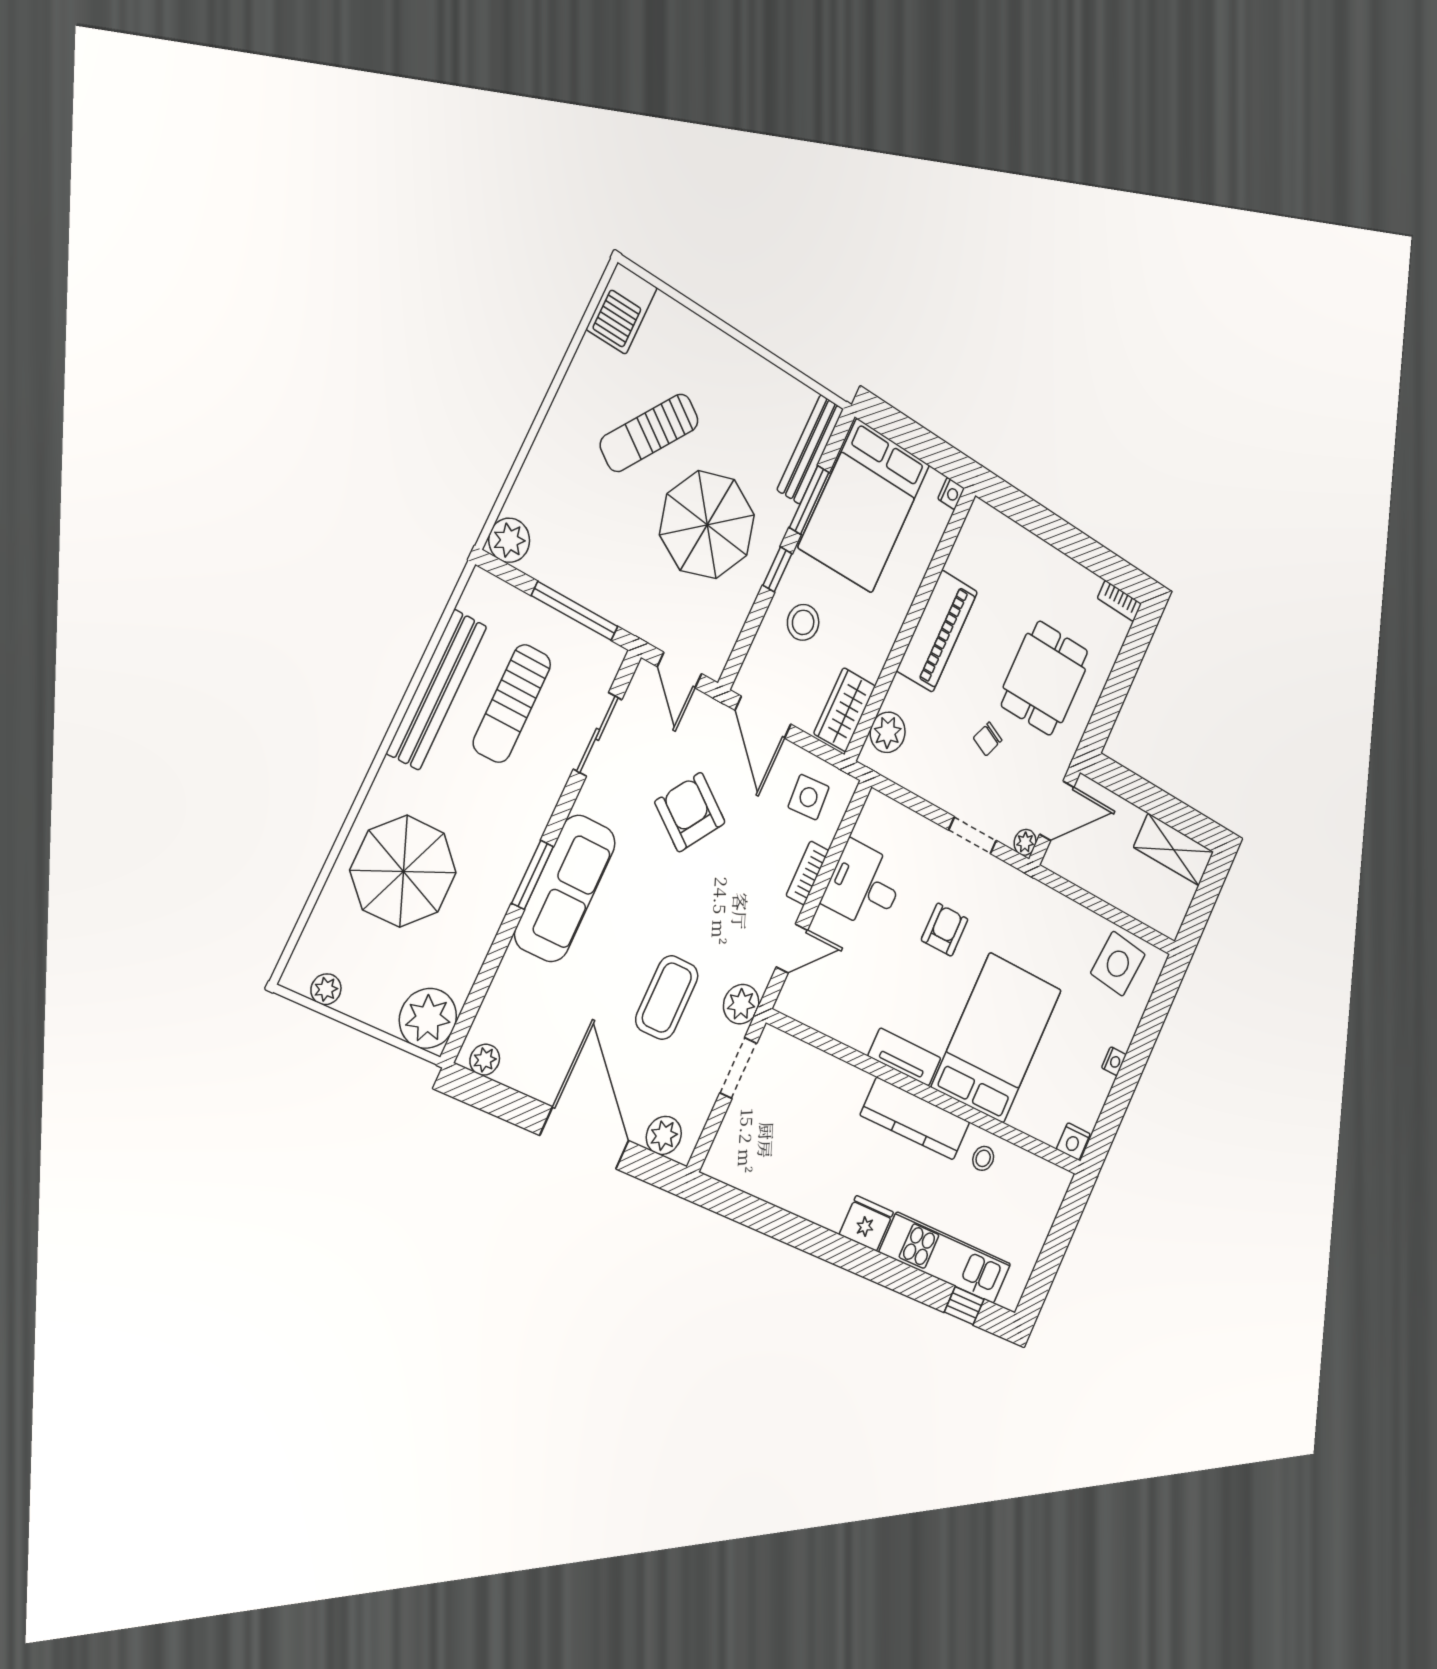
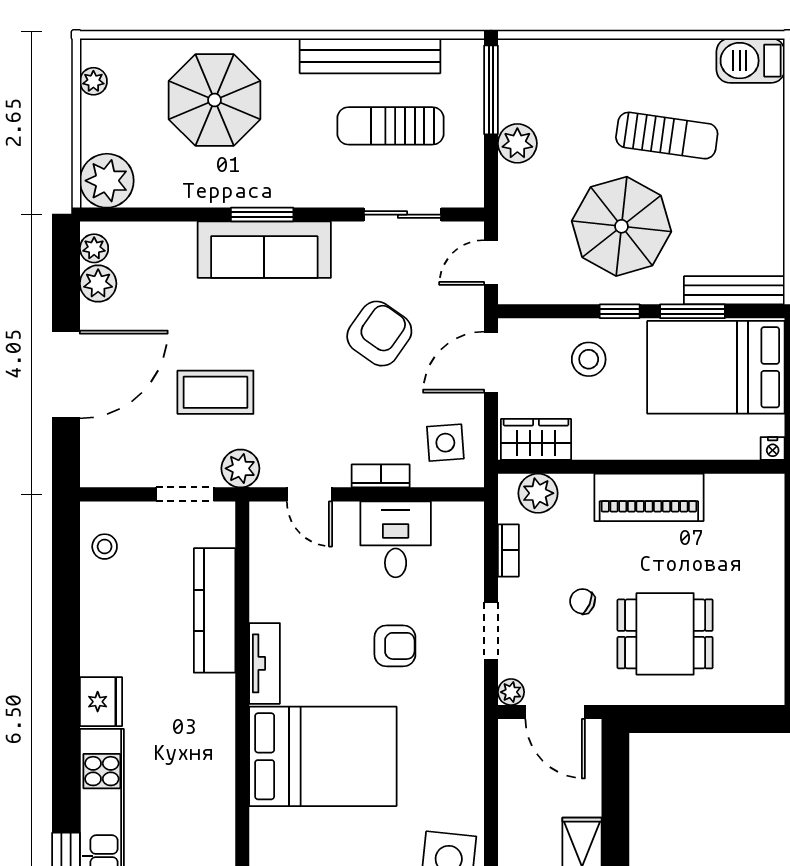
sun lounger: (649, 433) -> (667, 136), turned 153
plant: (509, 540) -> (517, 143), moved
bookcase: (1120, 601) -> (508, 550), moved, turned 180
window: (575, 611) -> (491, 90), moved
kitchen counter: (915, 1119) -> (215, 610), moved
plant: (664, 1135) -> (98, 284), moved
stool: (983, 1158) -> (105, 547), moved

